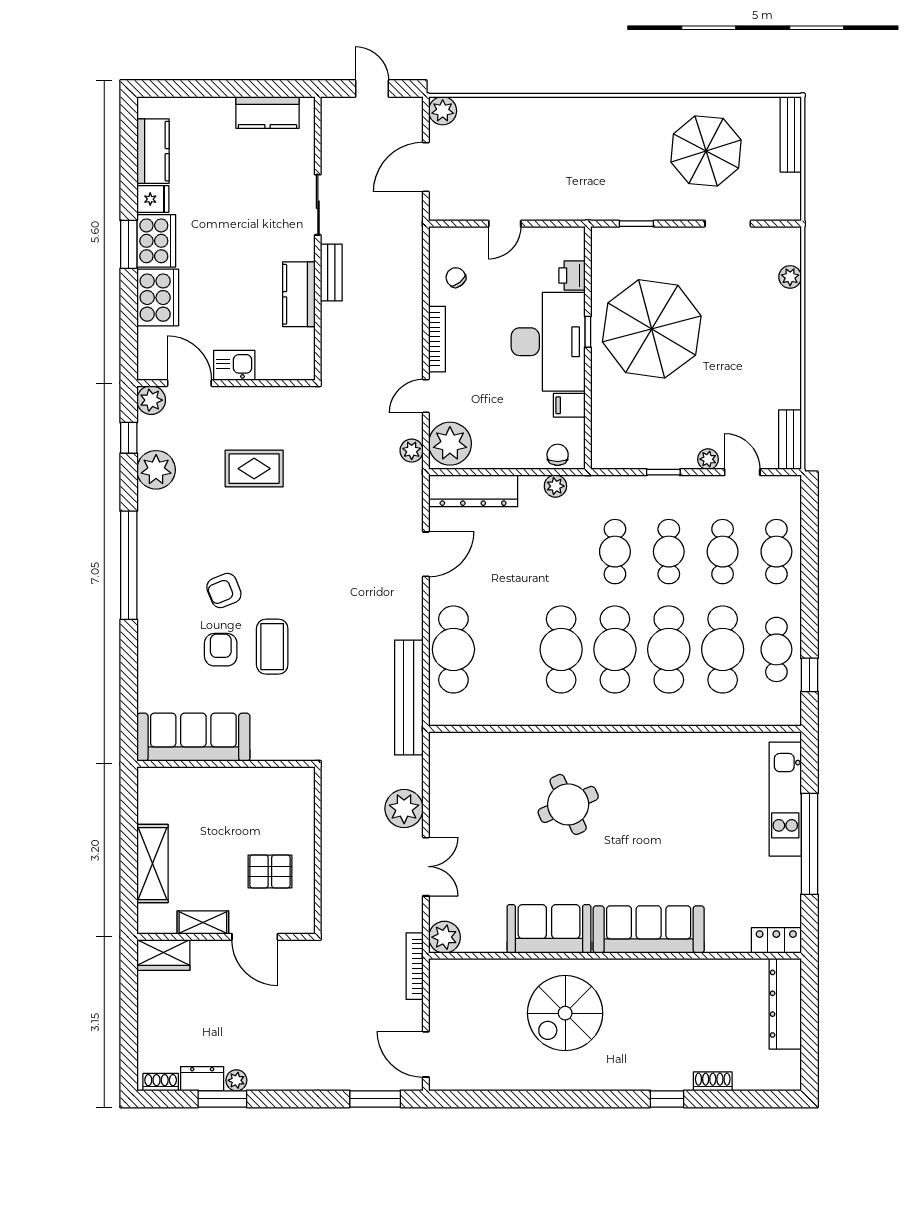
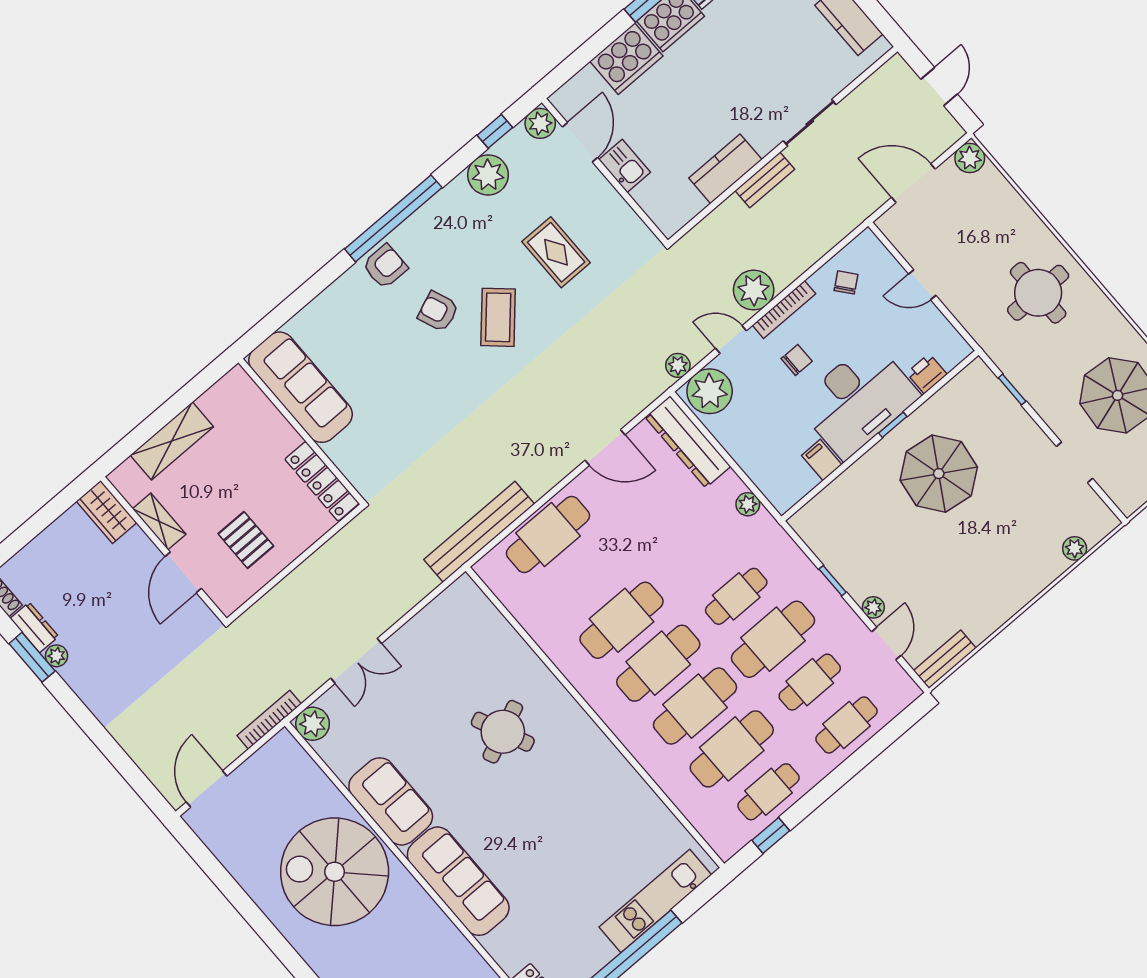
round table: (583, 145) -> (1038, 293), added
parasol: (652, 329) -> (939, 474), width x0.73, depth x0.73
chair: (558, 455) -> (797, 360), moved
cafe table: (669, 552) -> (773, 639), width x1.37, depth x1.35
coffee table: (272, 647) -> (498, 317), moved, turned -48
armchair: (221, 650) -> (385, 266), moved
locker: (275, 780) -> (322, 481), added
plant: (404, 809) -> (754, 290), moved
spiral stairs: (565, 1013) -> (335, 872), width x1.37, depth x1.37
window: (375, 1099) -> (136, 779), removed

